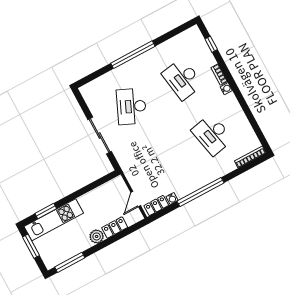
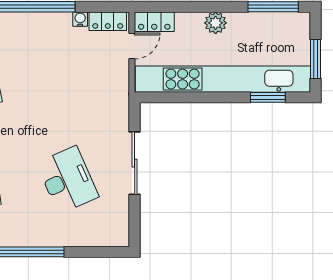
desk: (131, 106) -> (67, 180), turned -48
kitchen unit: (54, 220) -> (223, 79), width x1.86
locker: (115, 227) -> (154, 22), moved

